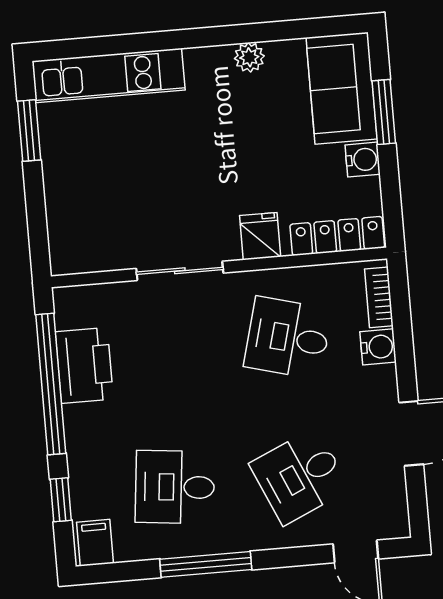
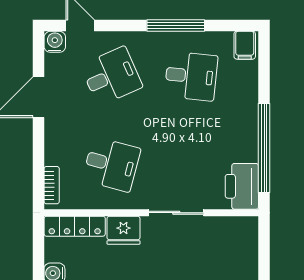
fridge: (260, 236) -> (123, 230), width x1.38
water cooler: (378, 347) -> (55, 42), moved, turned 90
printer: (84, 365) -> (242, 186), moved
window: (61, 500) -> (264, 74), removed

